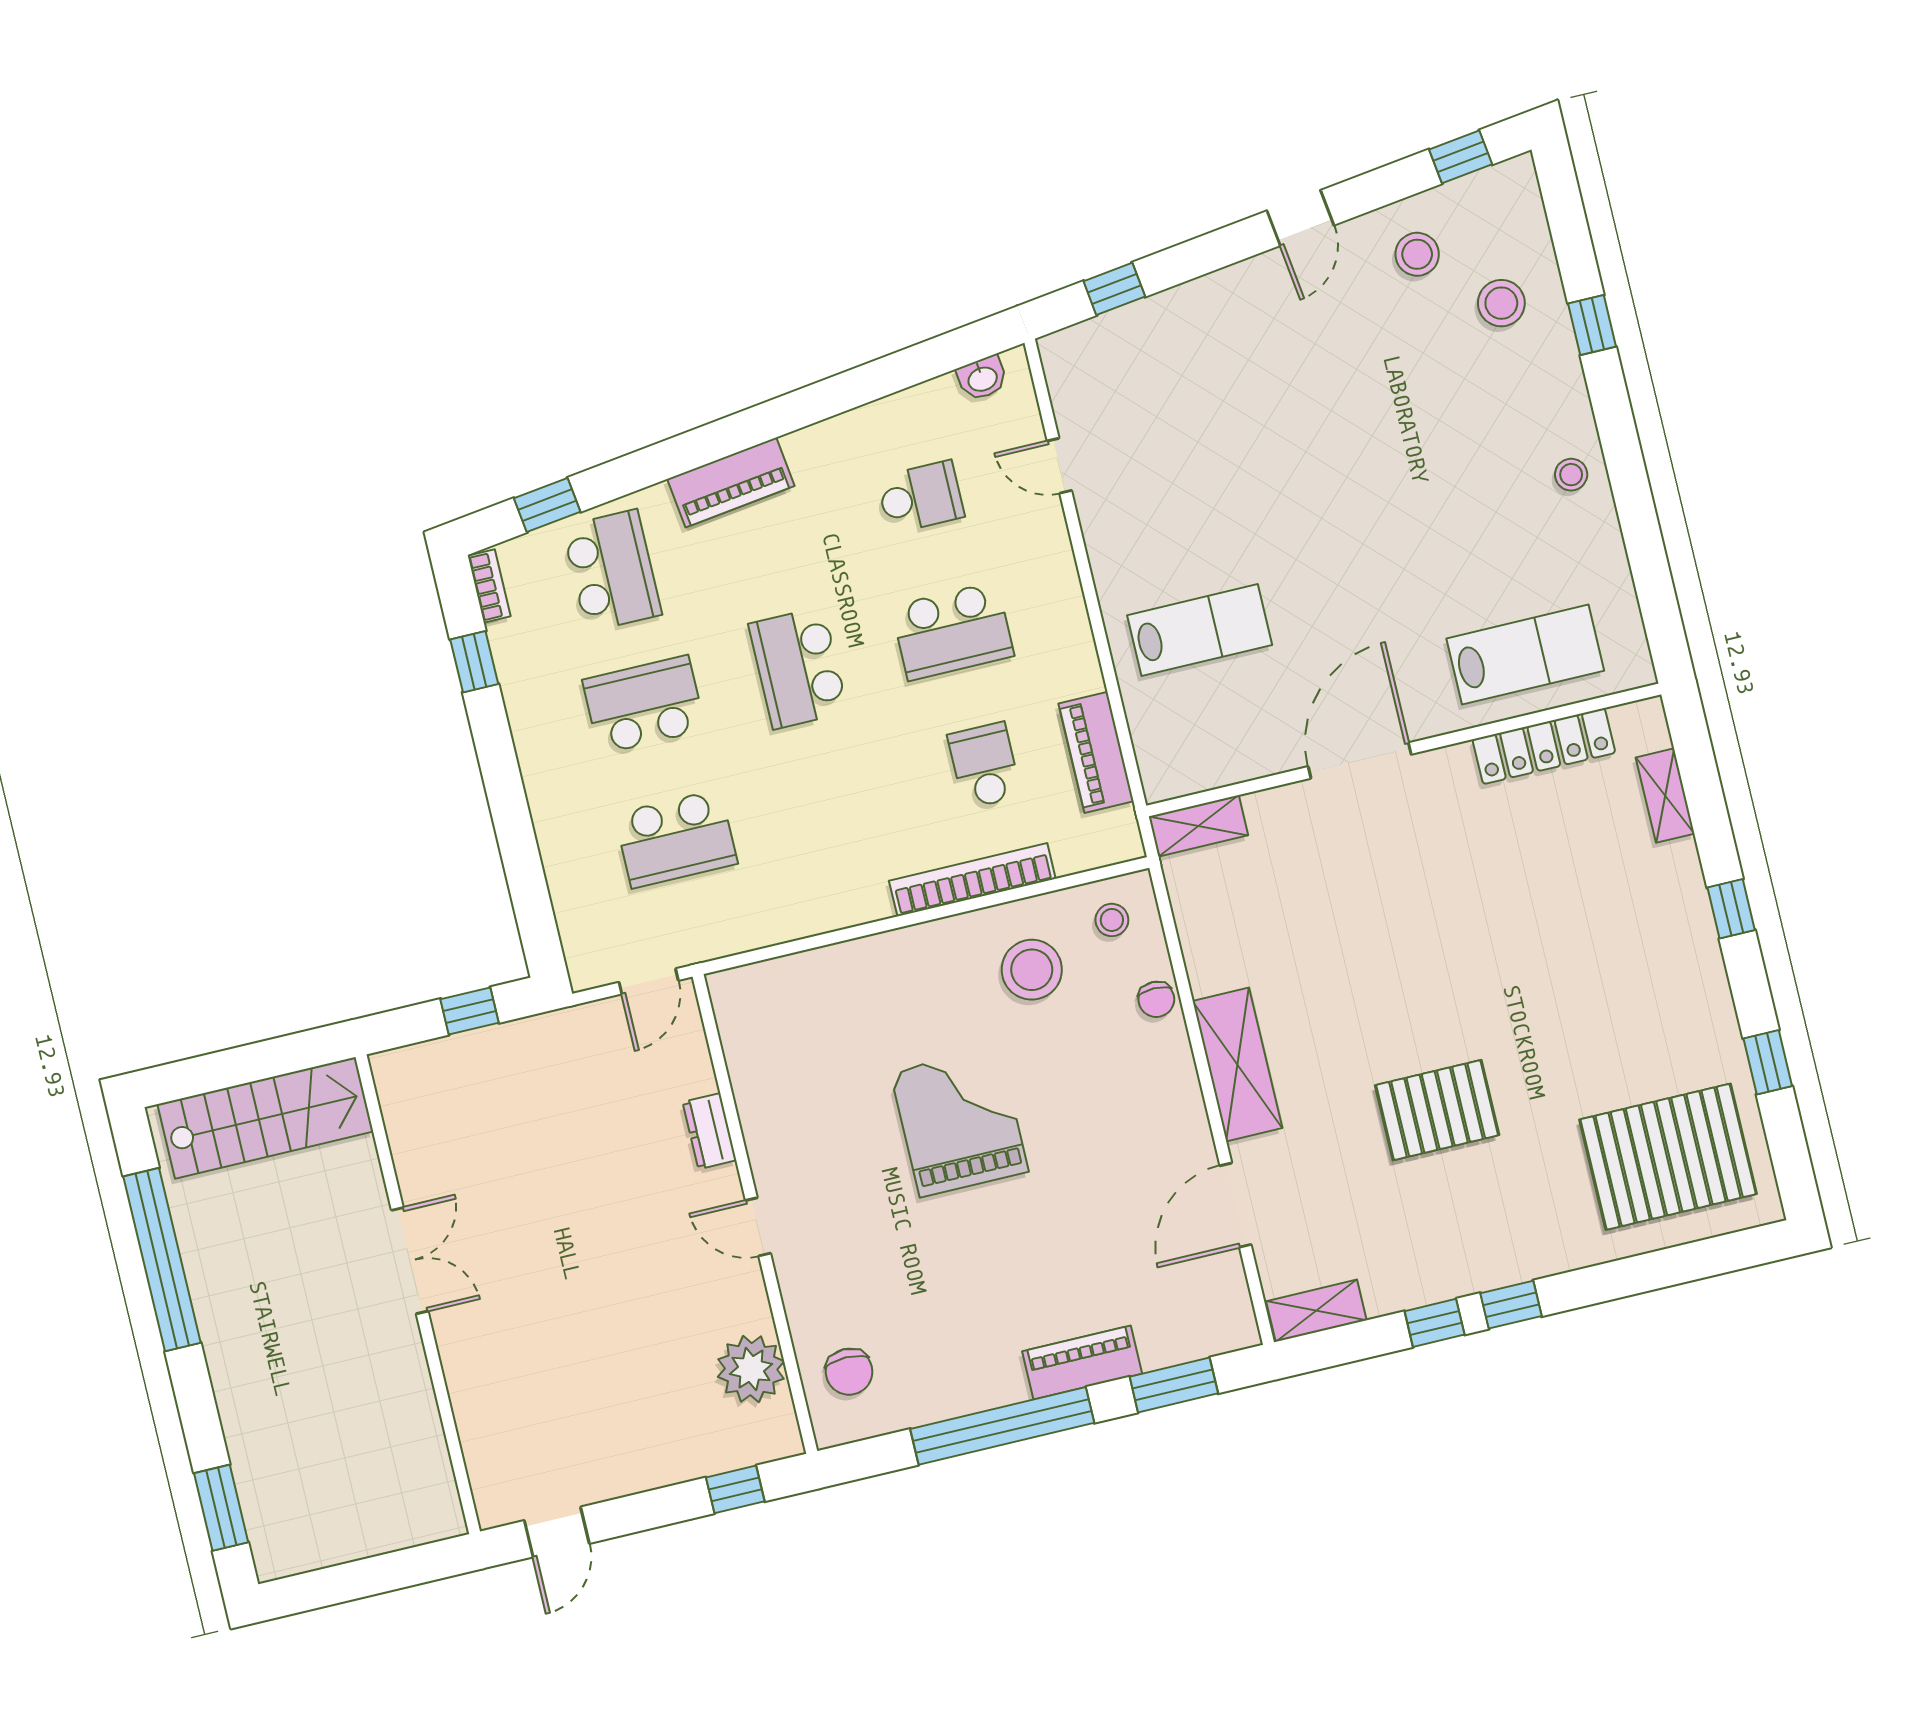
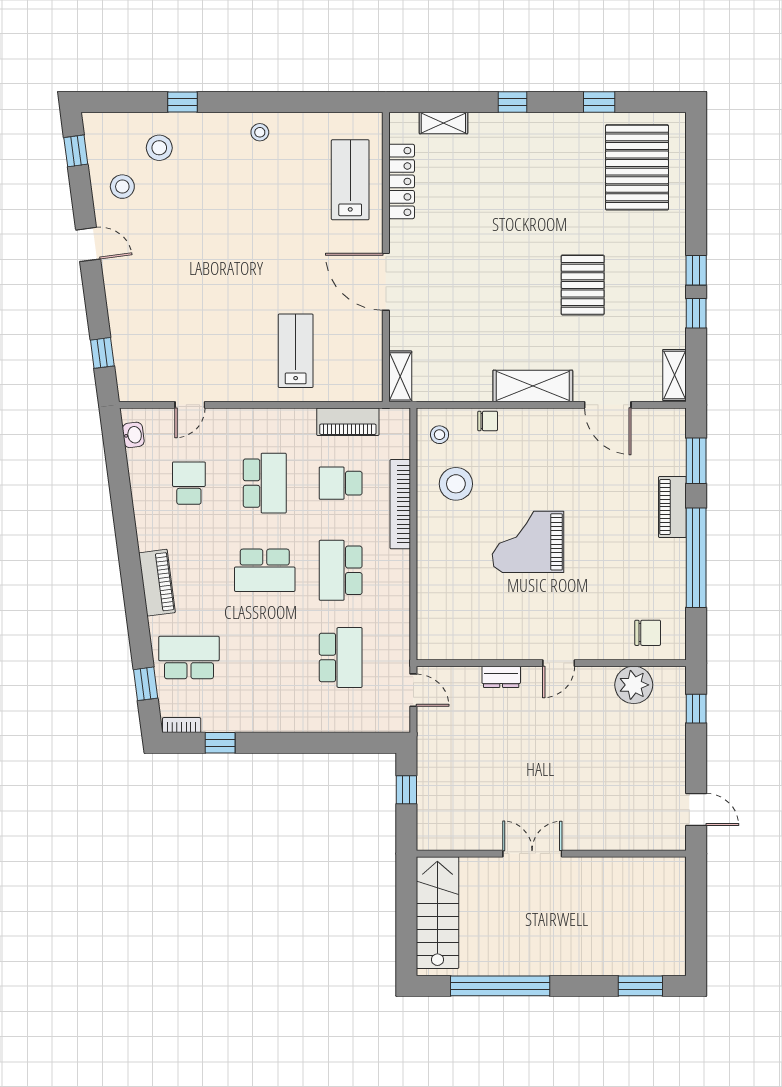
school desk: (644, 705) -> (341, 570), moved

